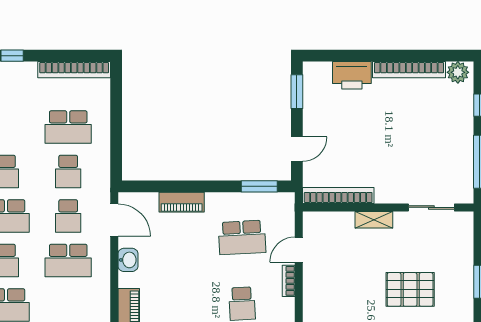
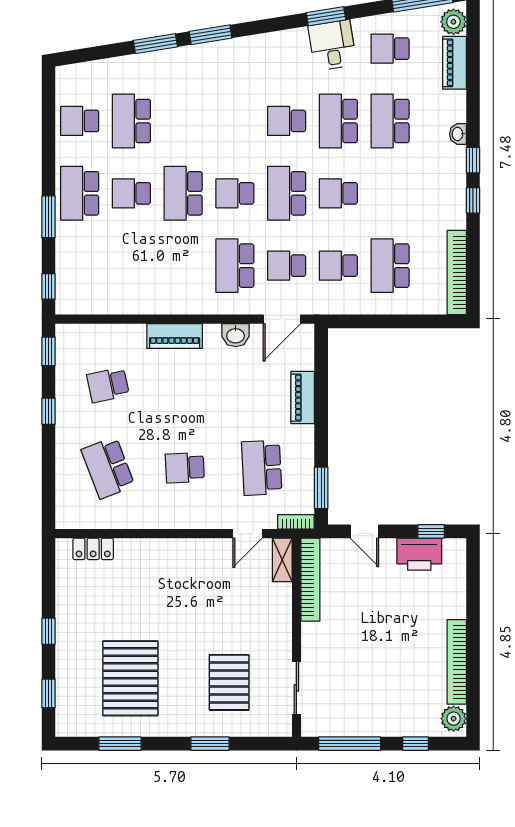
printer: (352, 75) -> (419, 554), moved, turned -90
window: (297, 92) -> (431, 531), width x0.67
shelving: (374, 220) -> (282, 560), moved
door: (299, 250) -> (247, 534), swing flipped
bookcase: (289, 281) -> (296, 522), moved
pallet: (410, 289) -> (229, 682), moved

